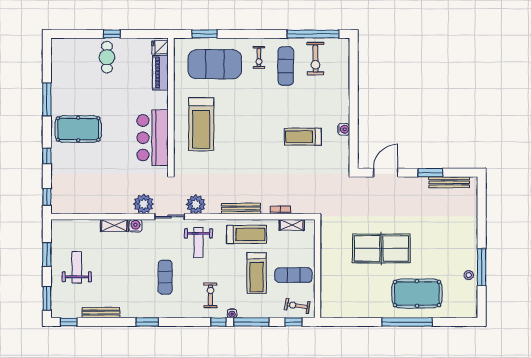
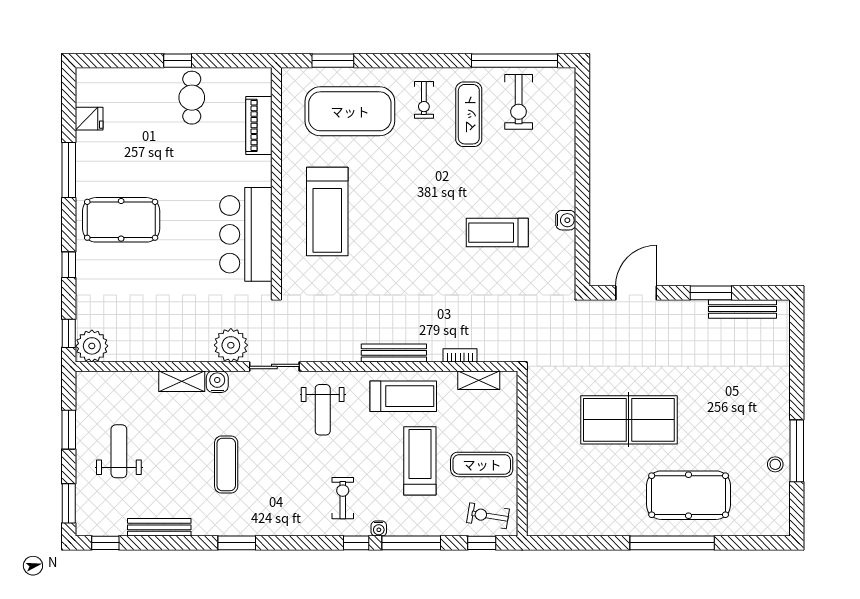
fridge: (160, 47) -> (89, 119), moved, turned 180
cafe table: (107, 57) -> (192, 98), moved
plant: (196, 204) -> (92, 346), moved
treadmill: (257, 273) -> (420, 461), turned 180
exercise mat: (165, 277) -> (226, 464), moved

